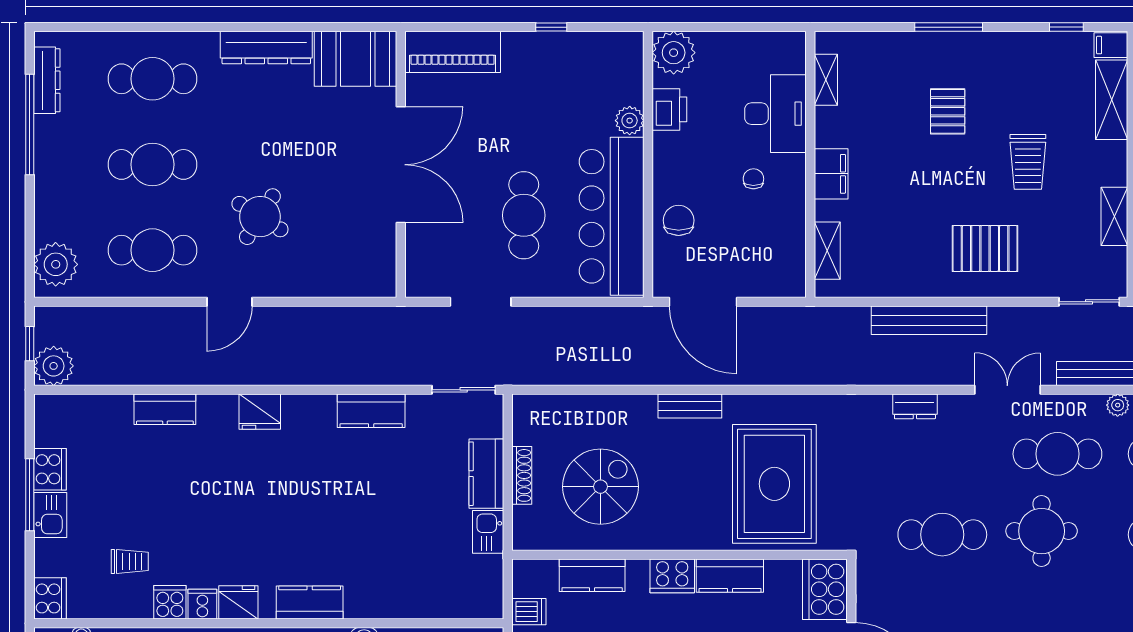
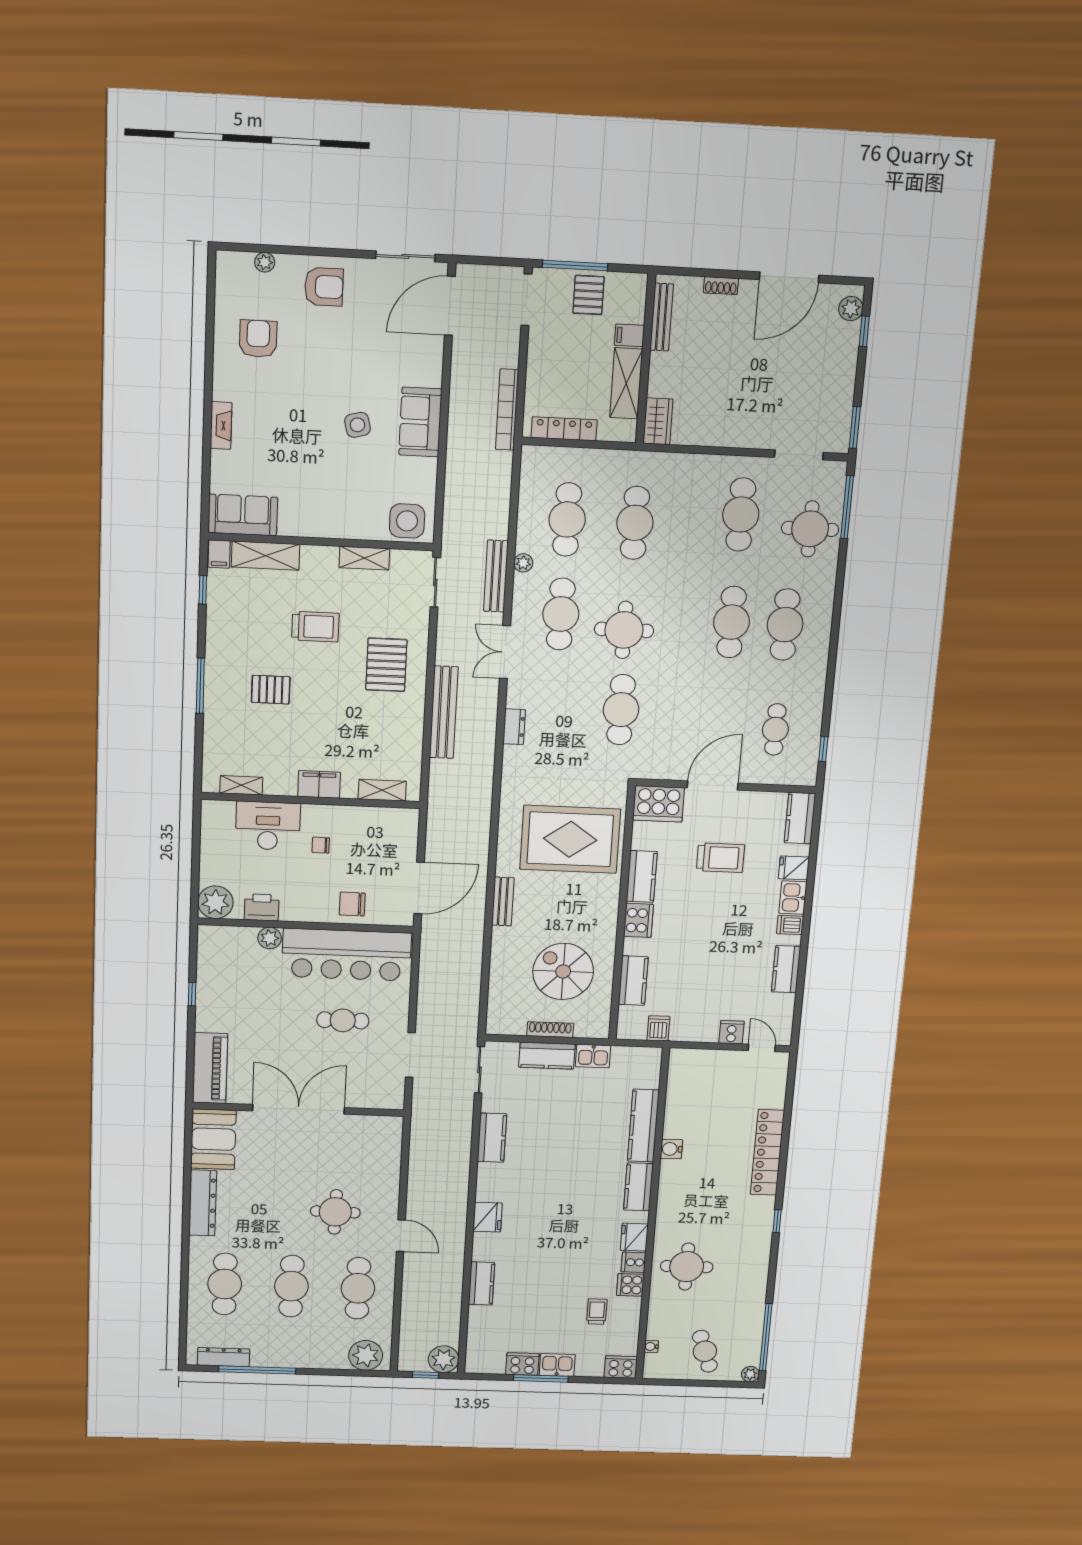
cafe table: (524, 215) -> (343, 1020), width x0.73, depth x0.74
round table: (260, 217) -> (335, 1212), turned -31
kitchen counter: (395, 603) -> (643, 1126), added

